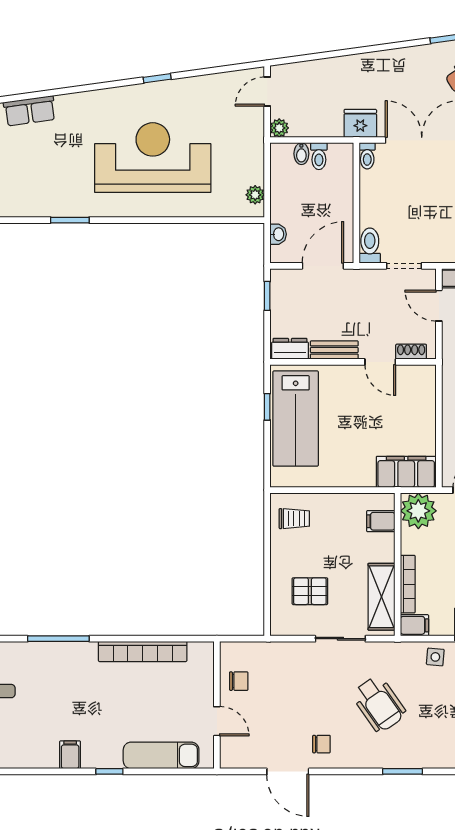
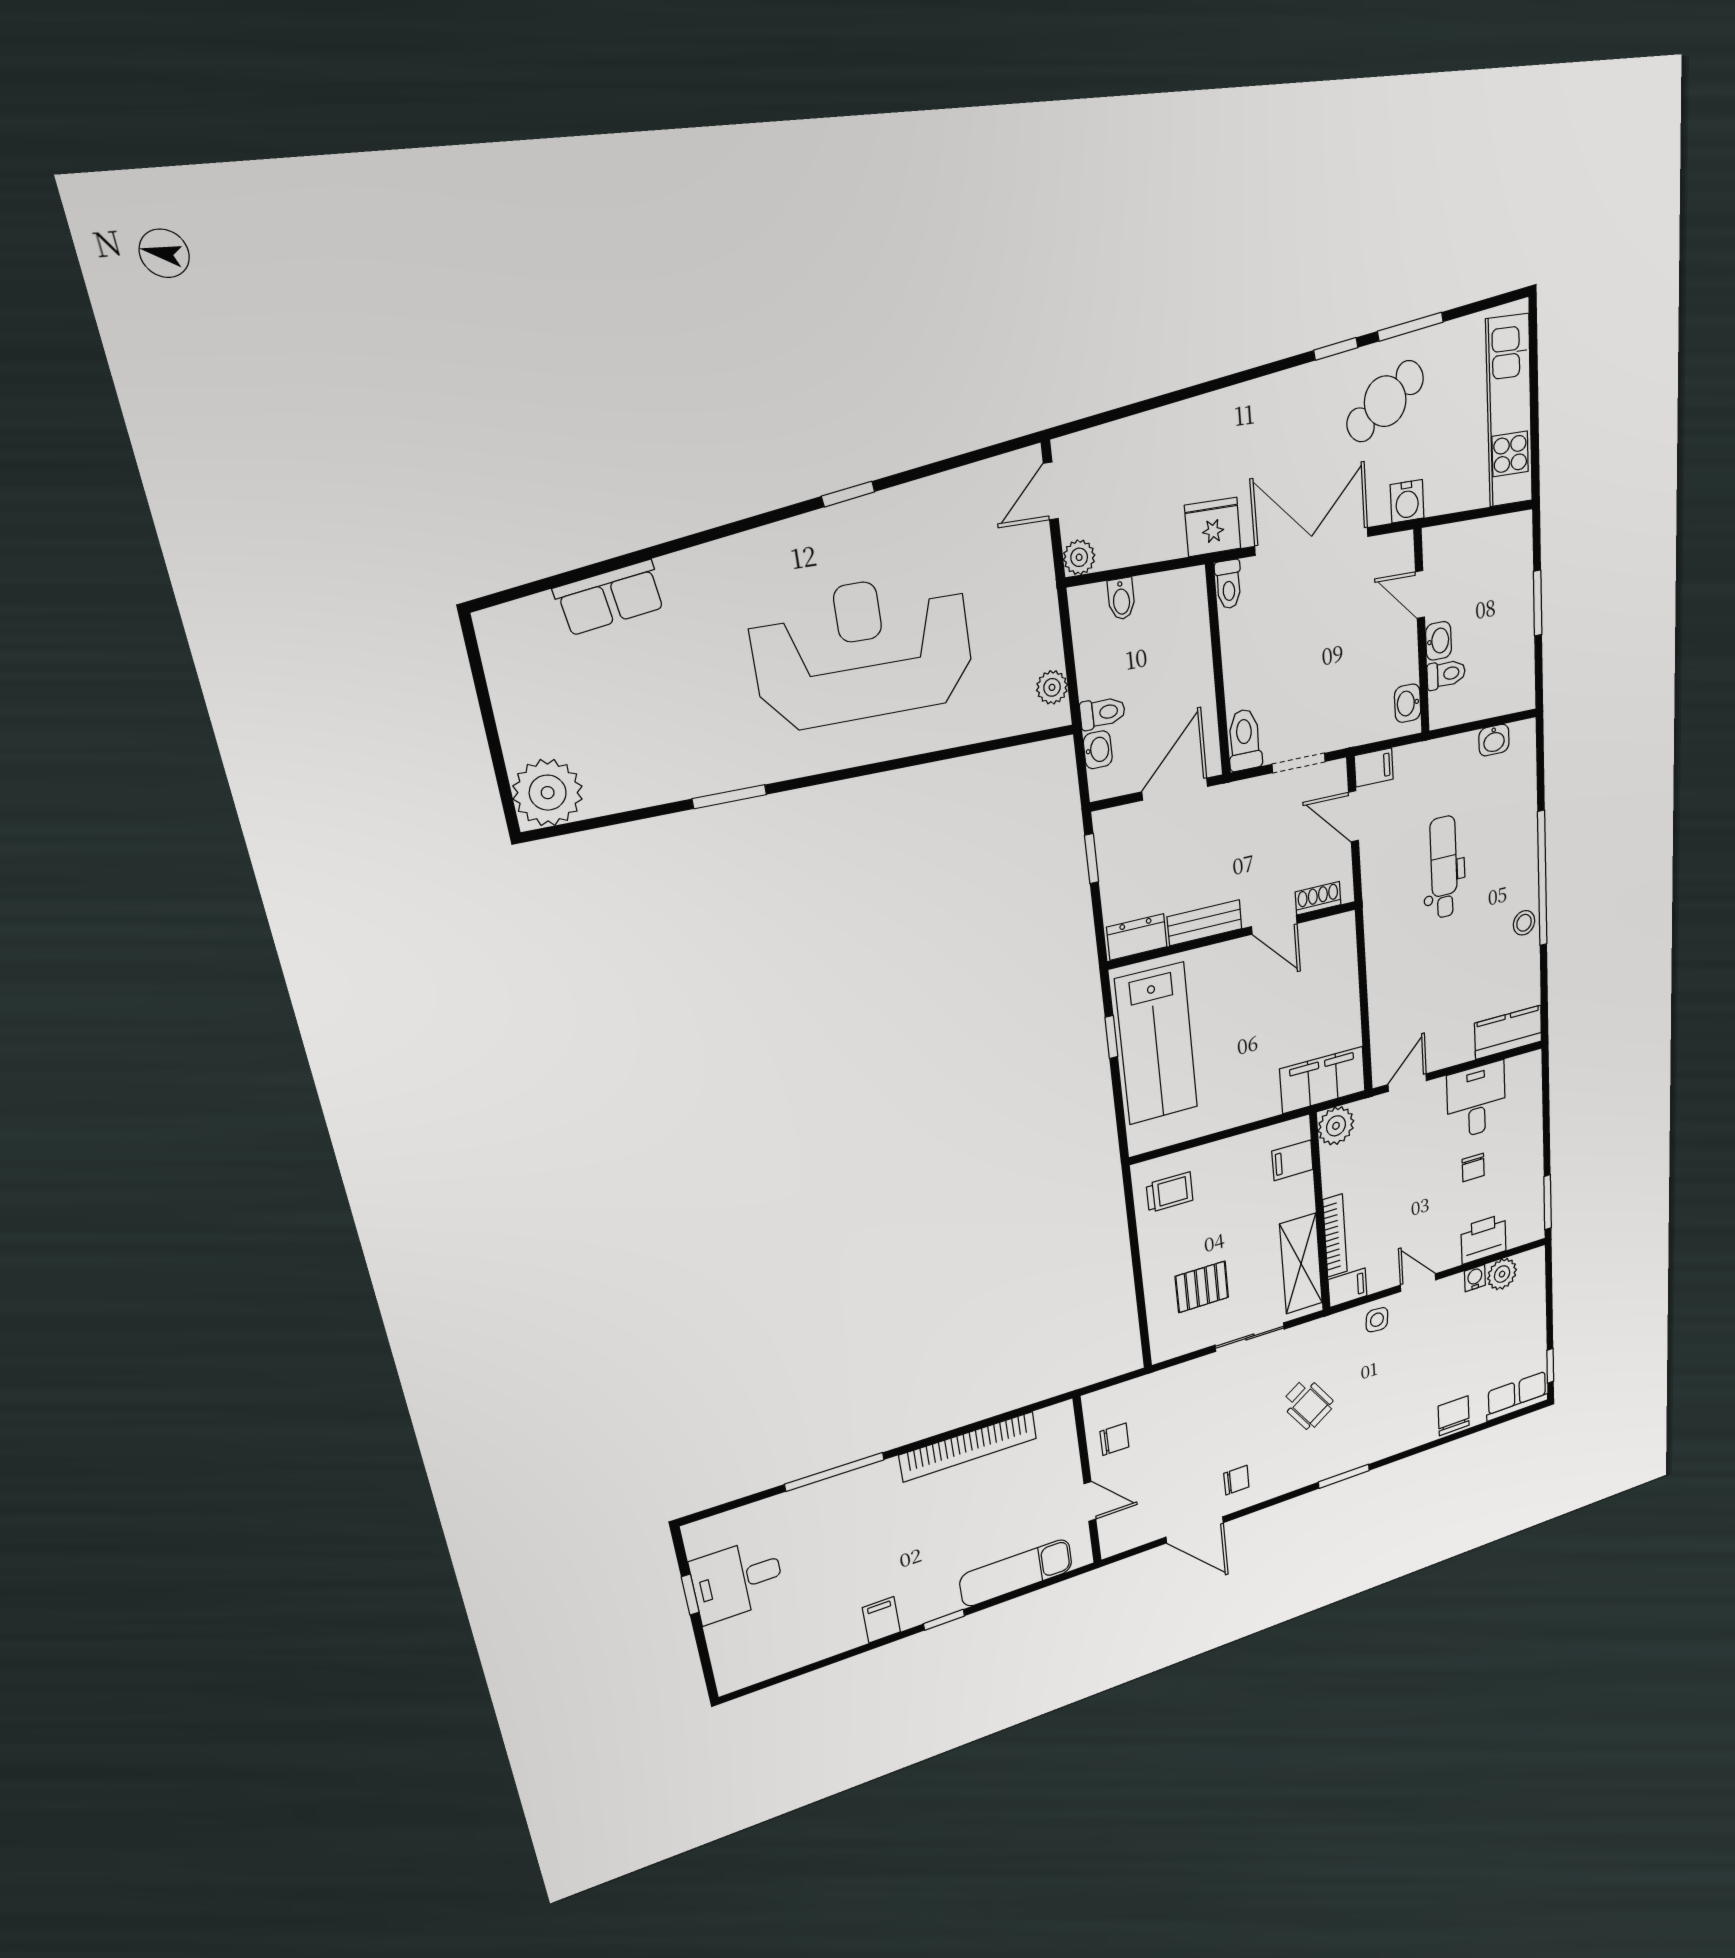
toilet: (319, 156) -> (1103, 713), moved, turned -90
plant: (418, 511) -> (1336, 1126), width x0.73, depth x0.73
wheelchair: (379, 704) -> (1308, 1404), width x0.73, depth x0.73

